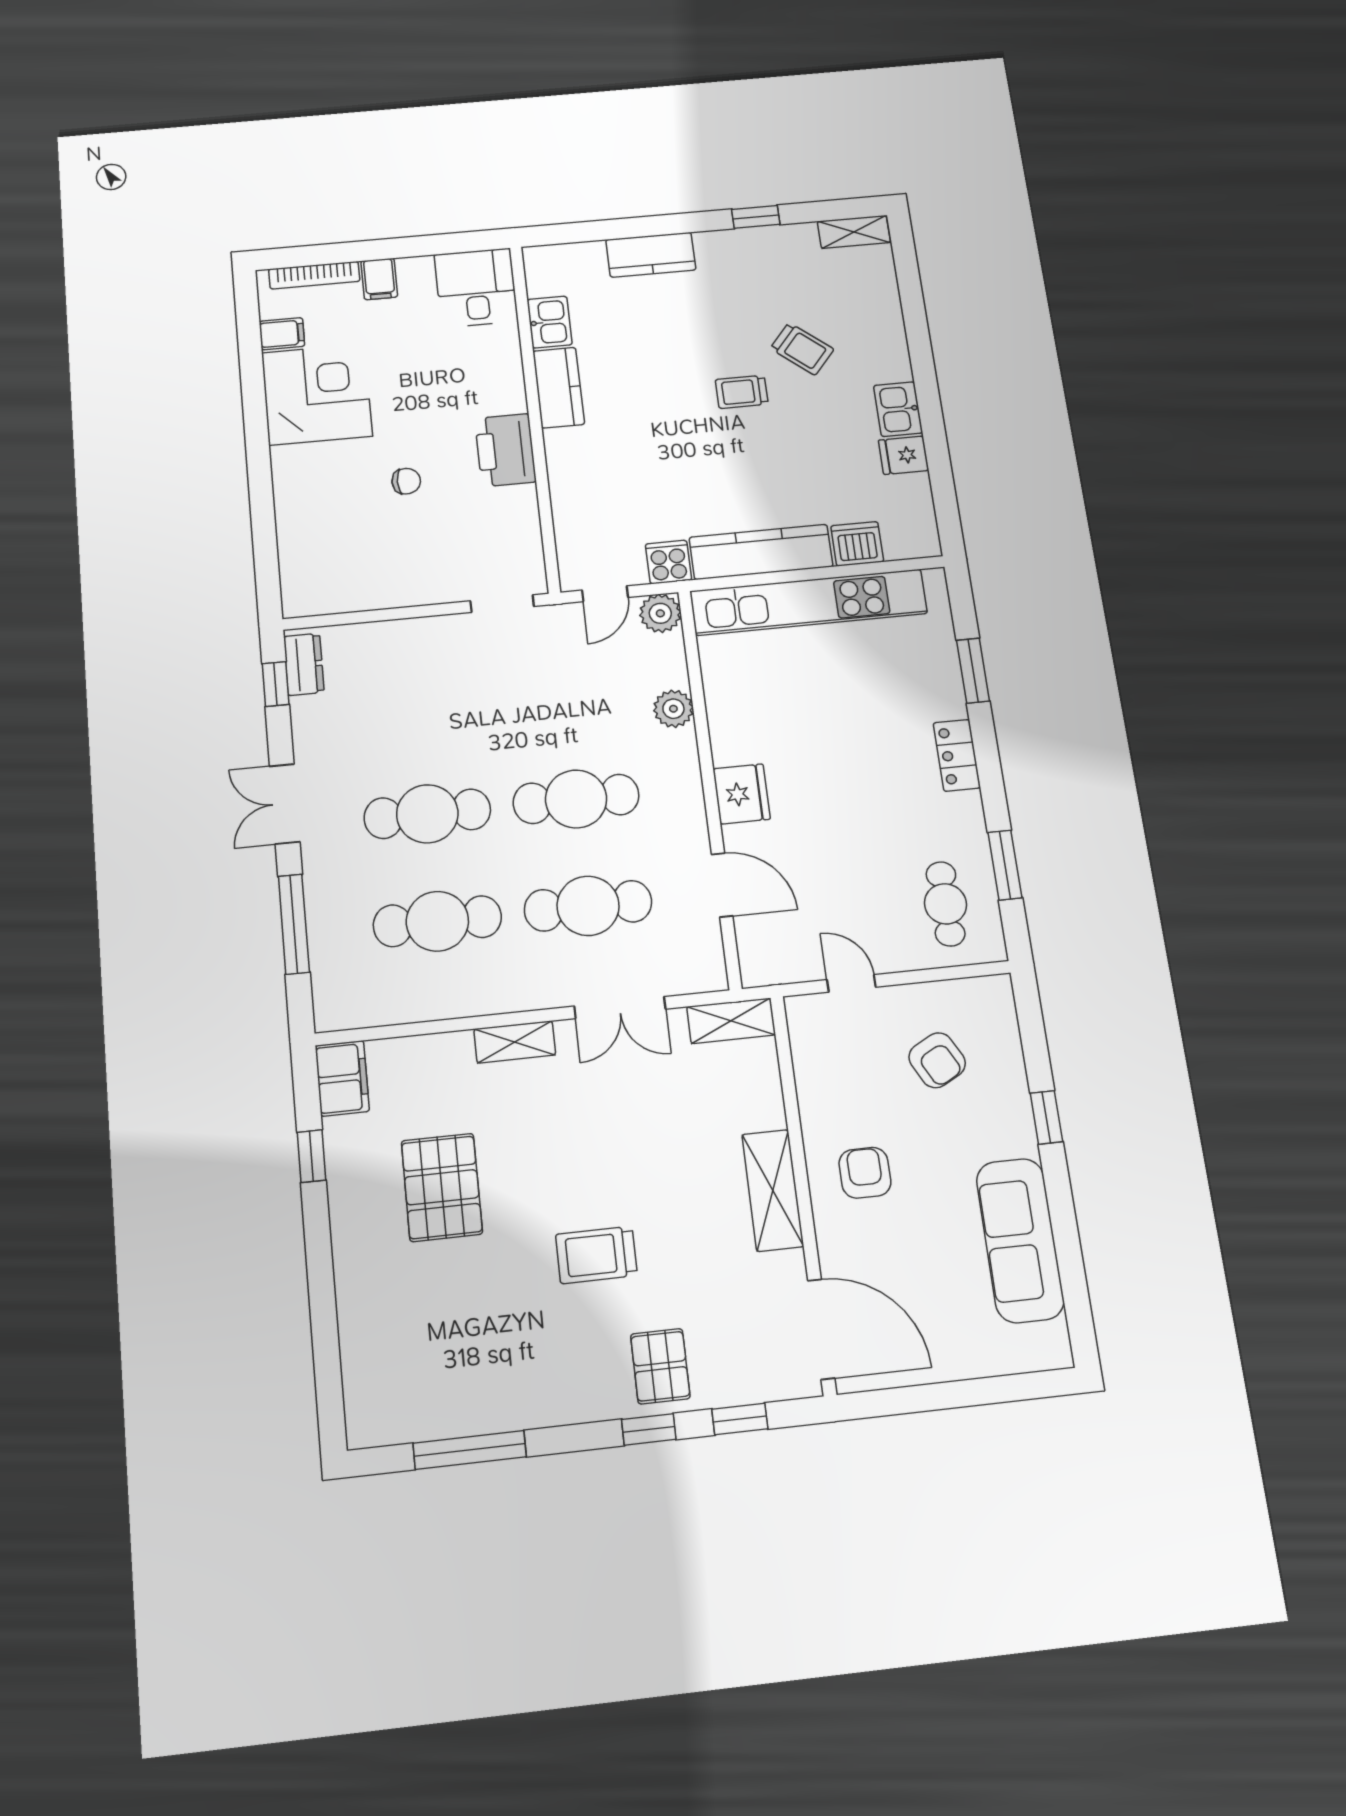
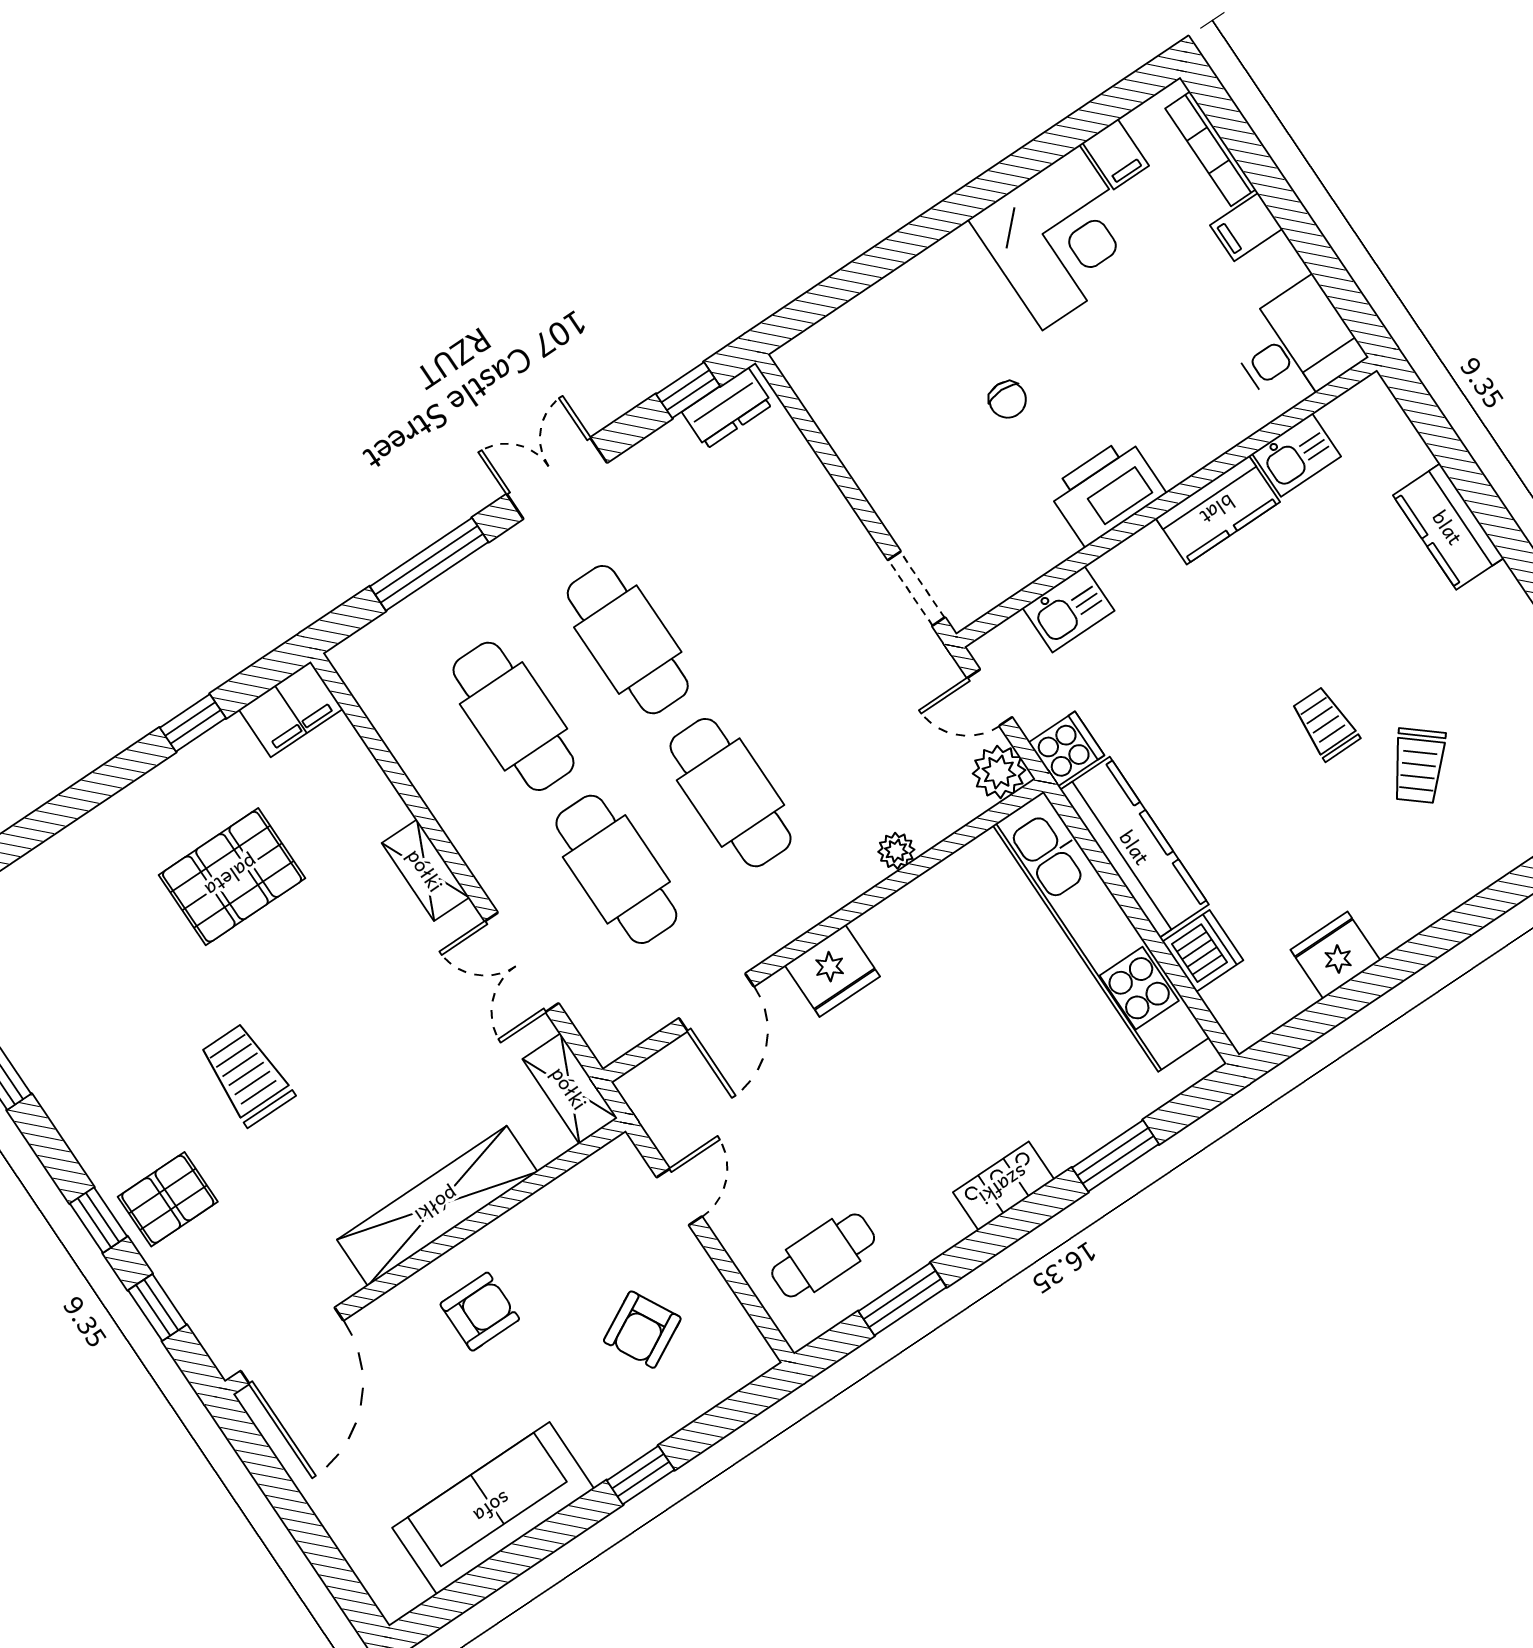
kitchen sink: (898, 409) -> (1068, 609), moved, turned 180
fridge: (904, 455) -> (1335, 955), width x1.38
plant: (673, 709) -> (896, 851), width x0.73, depth x0.73
shelving: (773, 1190) -> (437, 1206), width x1.47

